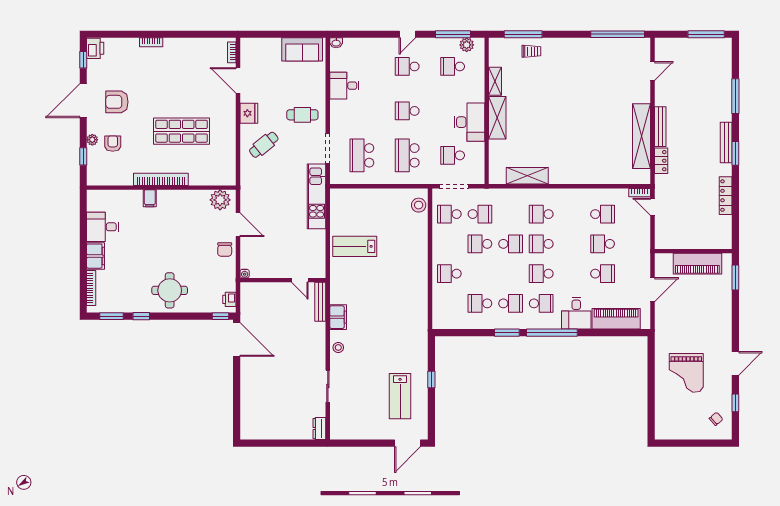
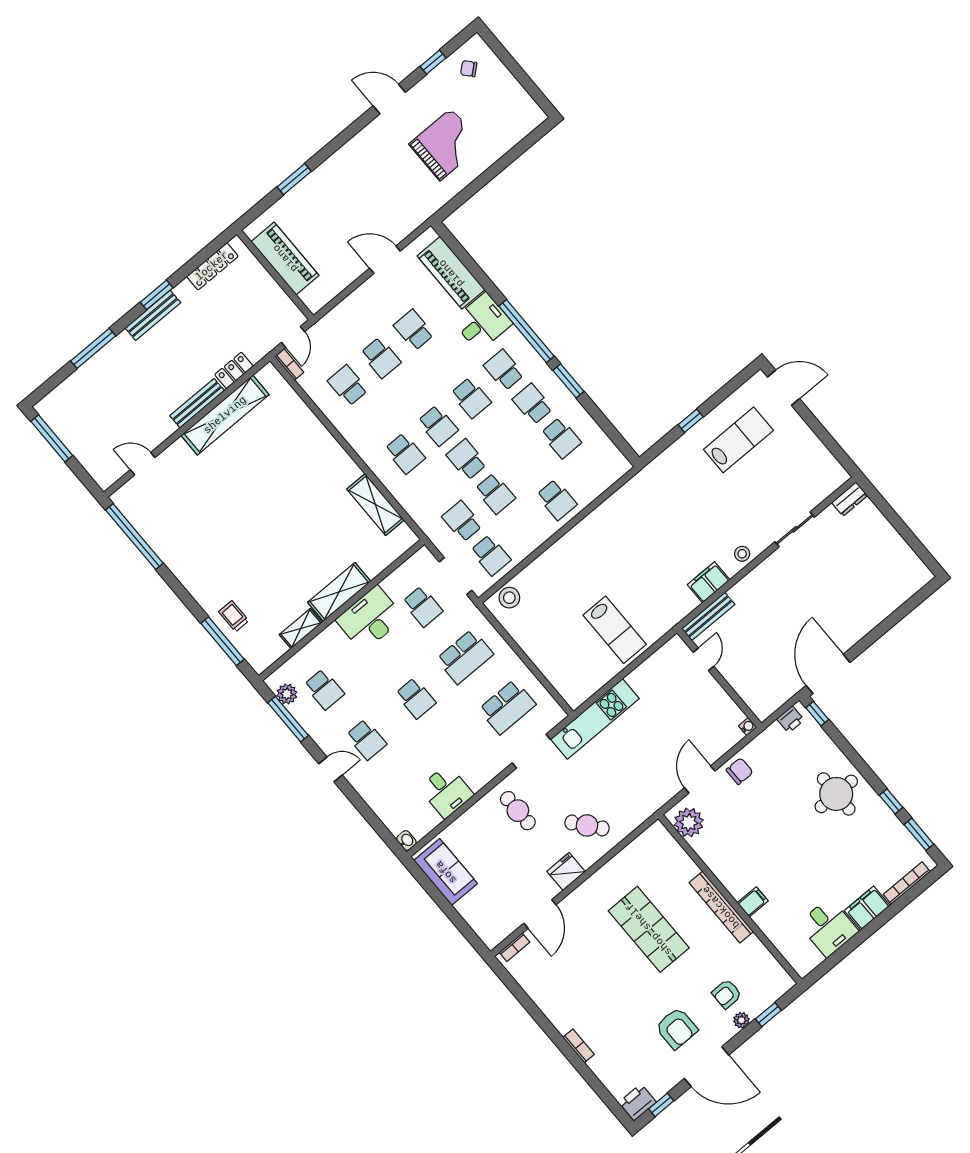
wall: (693, 251) -> (275, 275), moved
piano: (697, 264) -> (285, 258), moved

